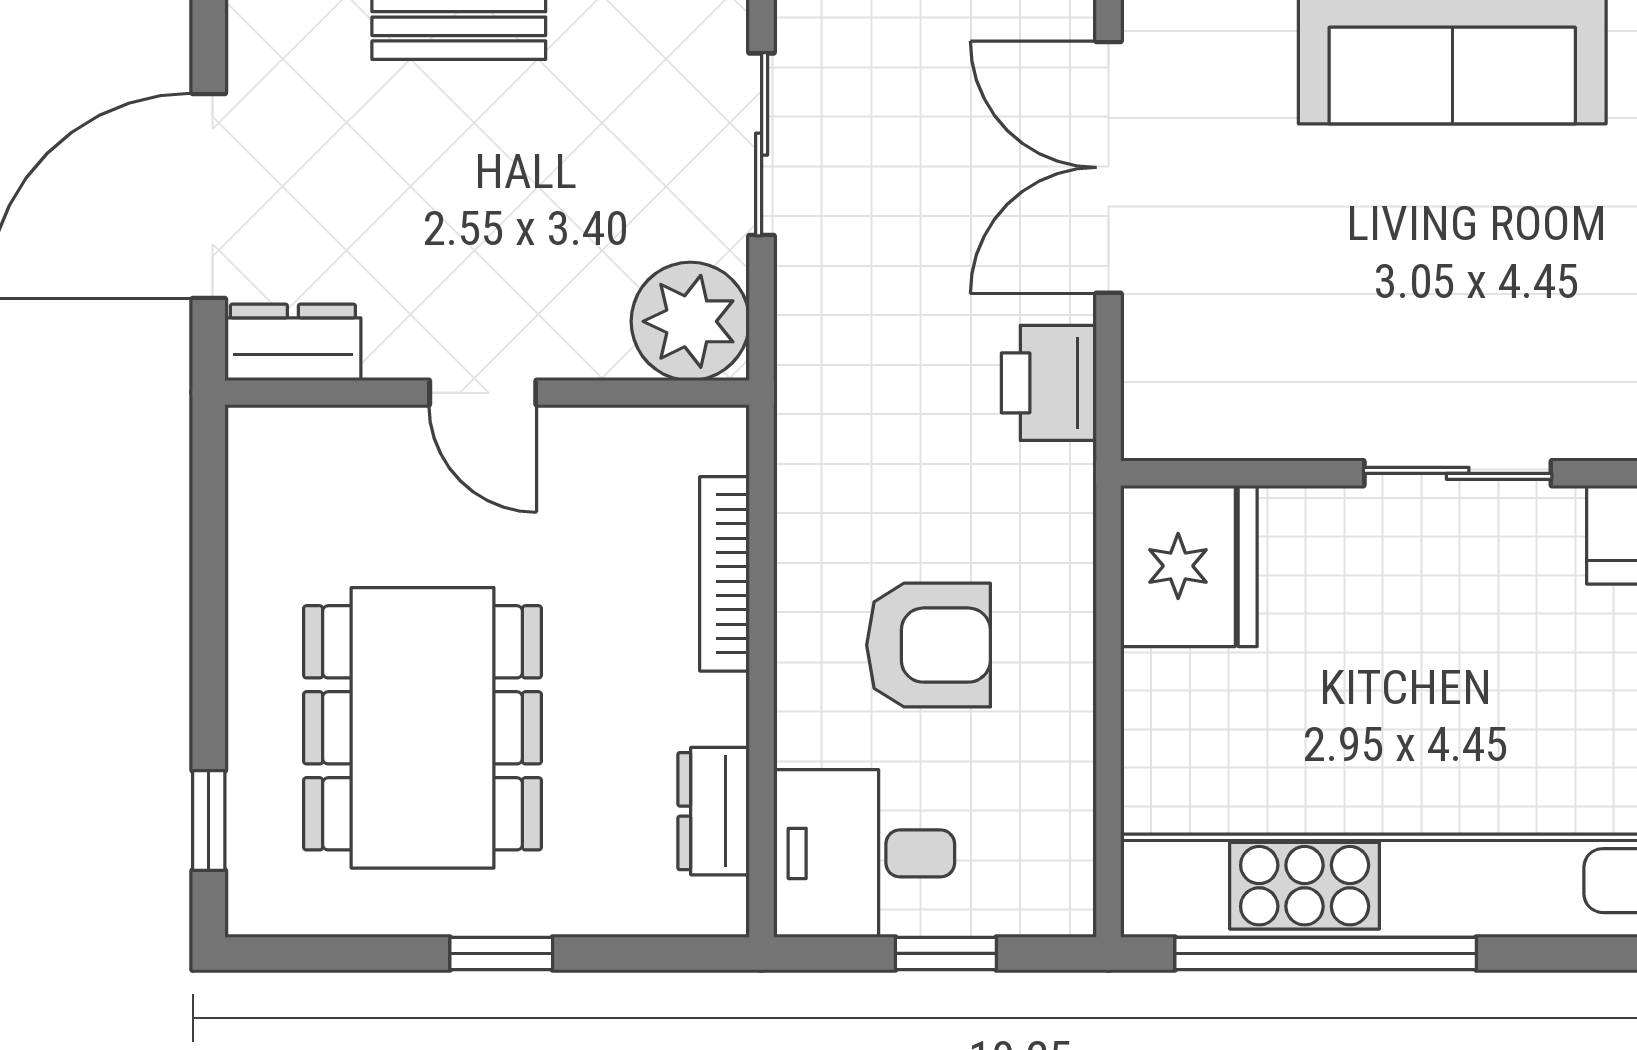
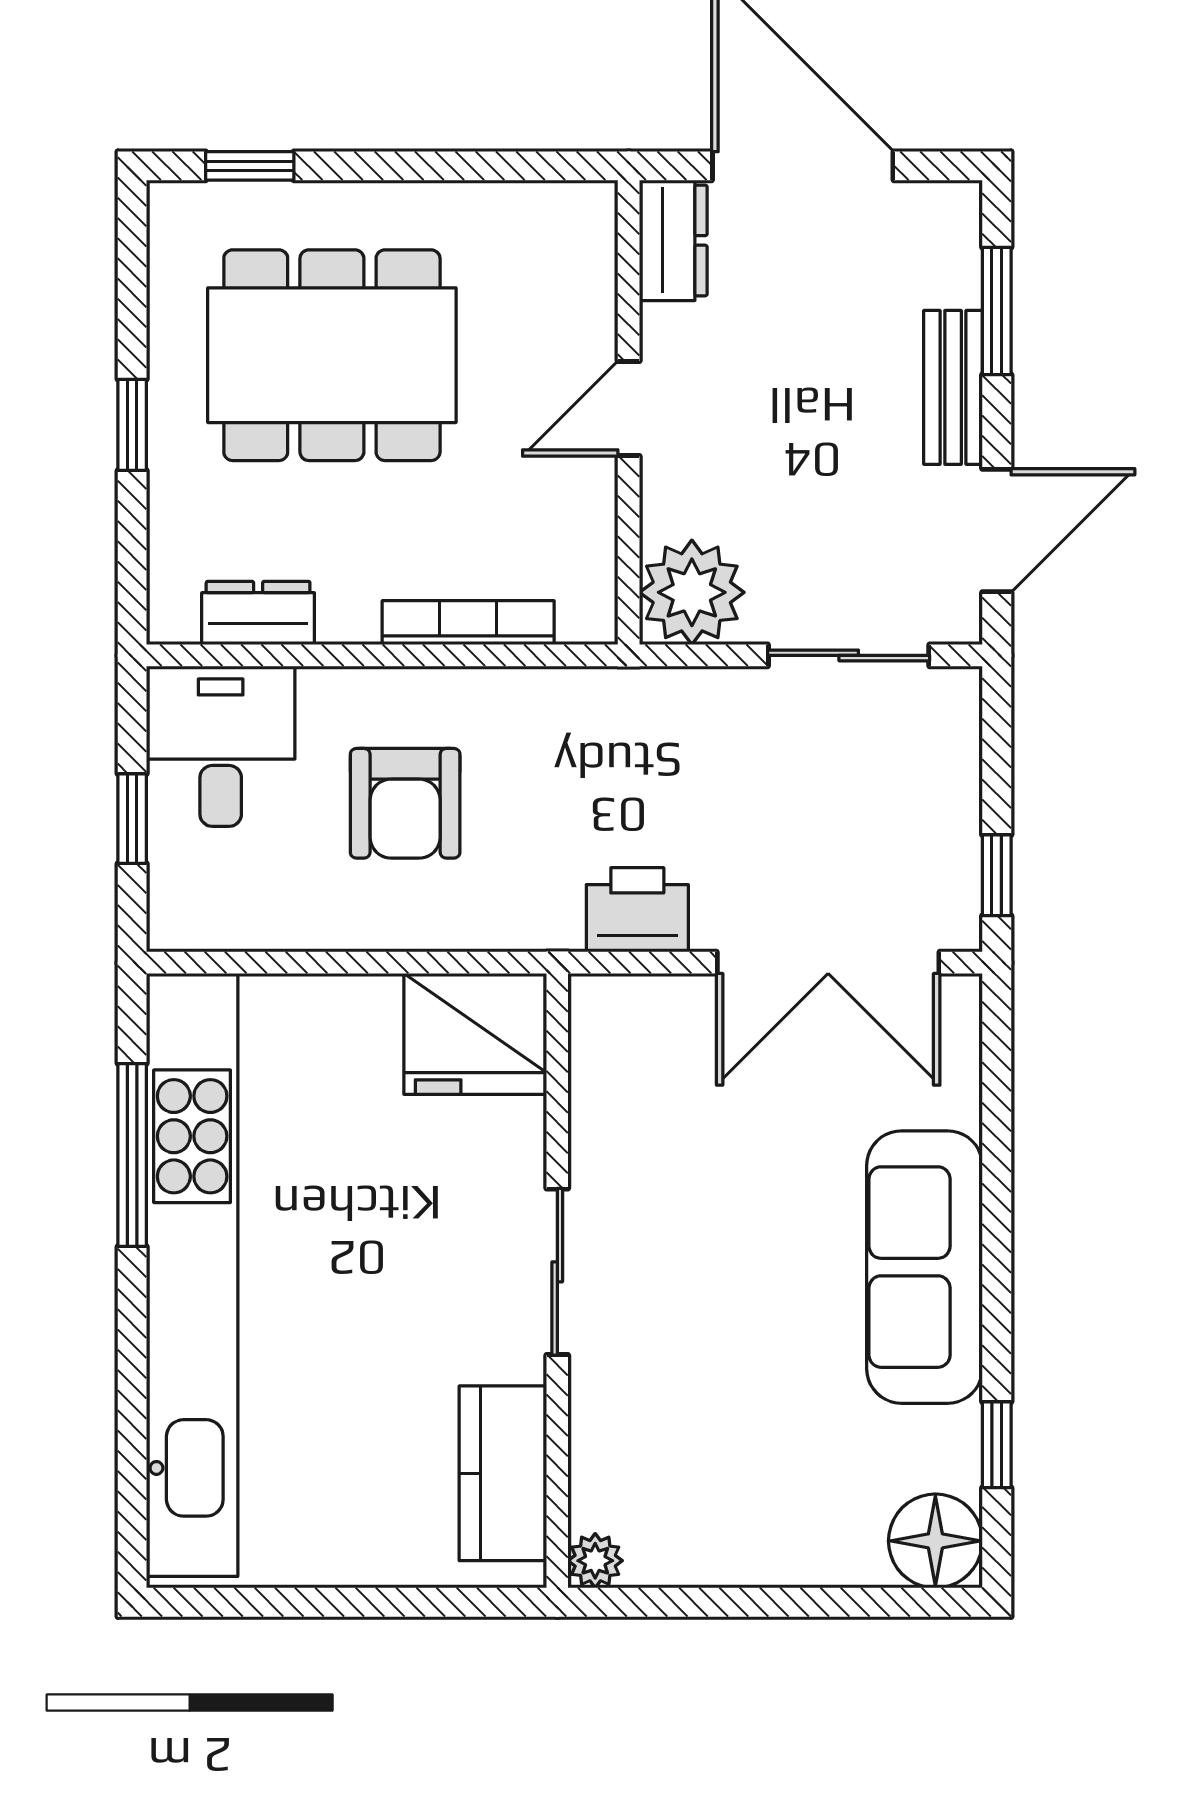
double door: (1109, 167) -> (828, 963), swing flipped
window: (1326, 953) -> (132, 1155), width x0.68

